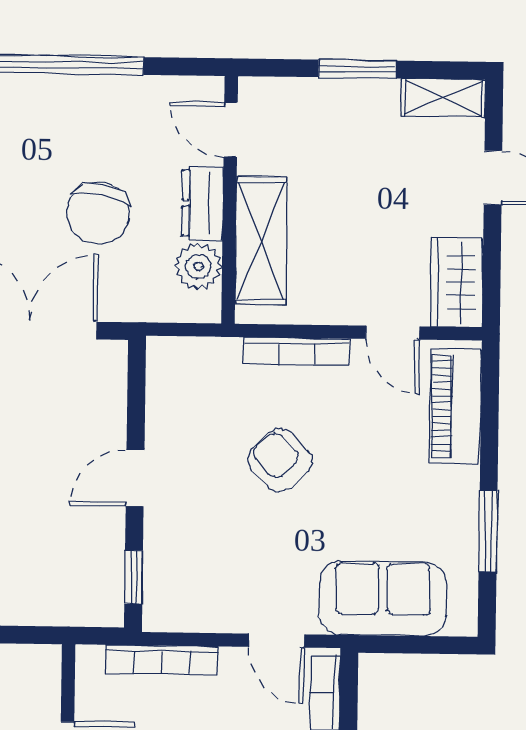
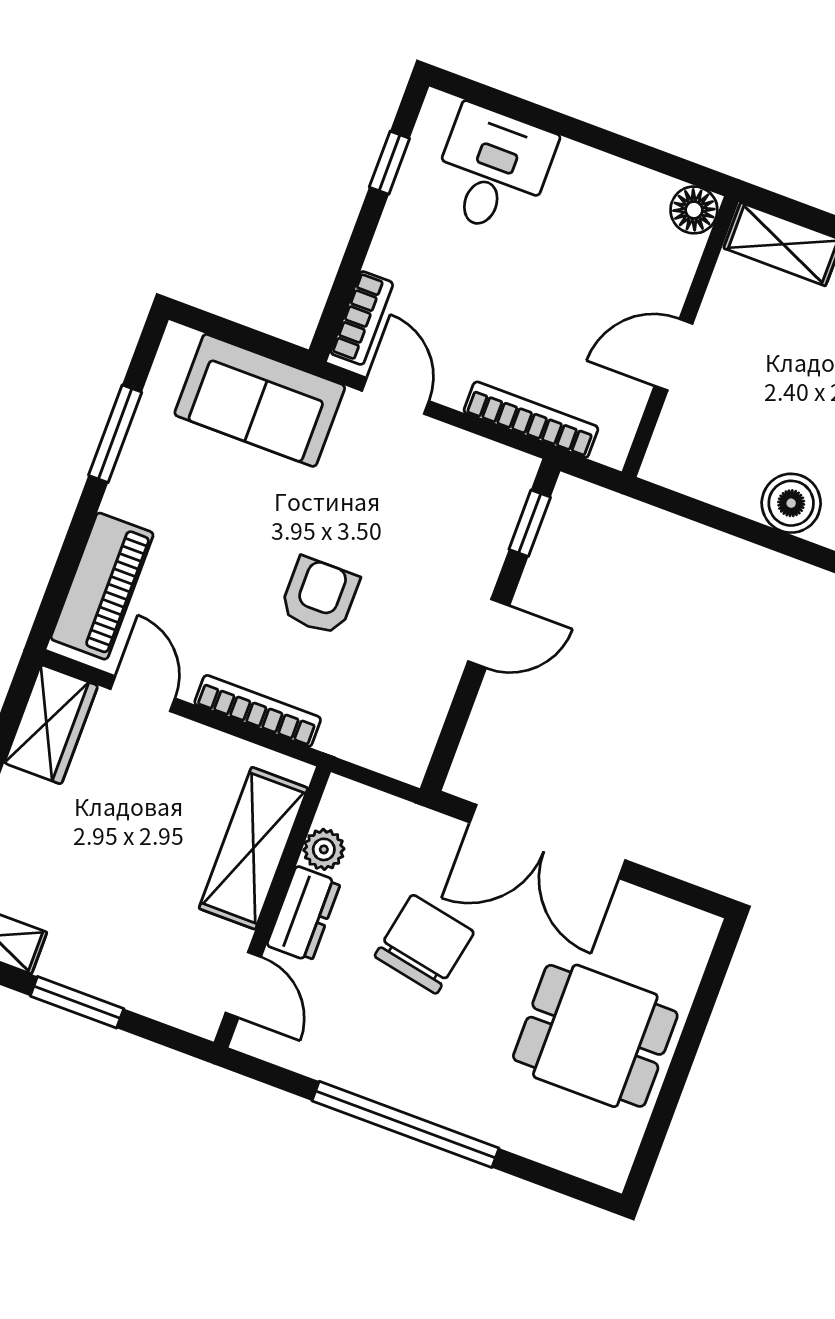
plant: (198, 266) -> (324, 849), width x0.73, depth x0.73
armchair: (280, 460) -> (319, 596), turned -137

